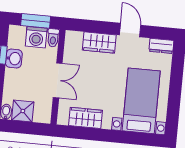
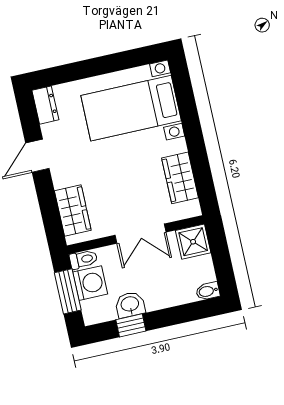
wardrobe: (99, 43) -> (73, 211), moved
double door: (58, 80) -> (140, 234), swing flipped
shower: (23, 111) -> (193, 242), moved

